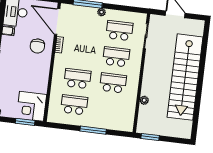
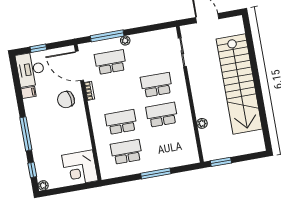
school desk: (119, 31) -> (110, 62), moved
chair: (37, 46) -> (66, 100), turned 82
window: (25, 122) -> (78, 187), removed

